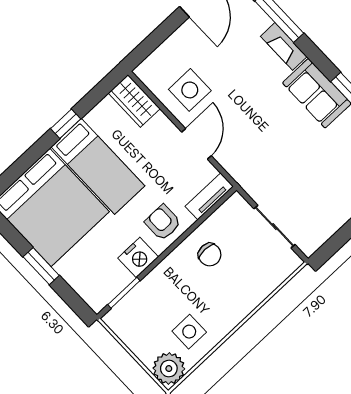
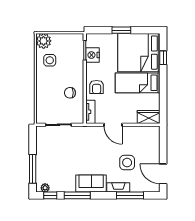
side table: (190, 90) -> (127, 163), moved
window: (66, 124) -> (163, 58), moved
armchair: (163, 222) -> (97, 87), turned 90
nightstand: (138, 258) -> (92, 55), moved

